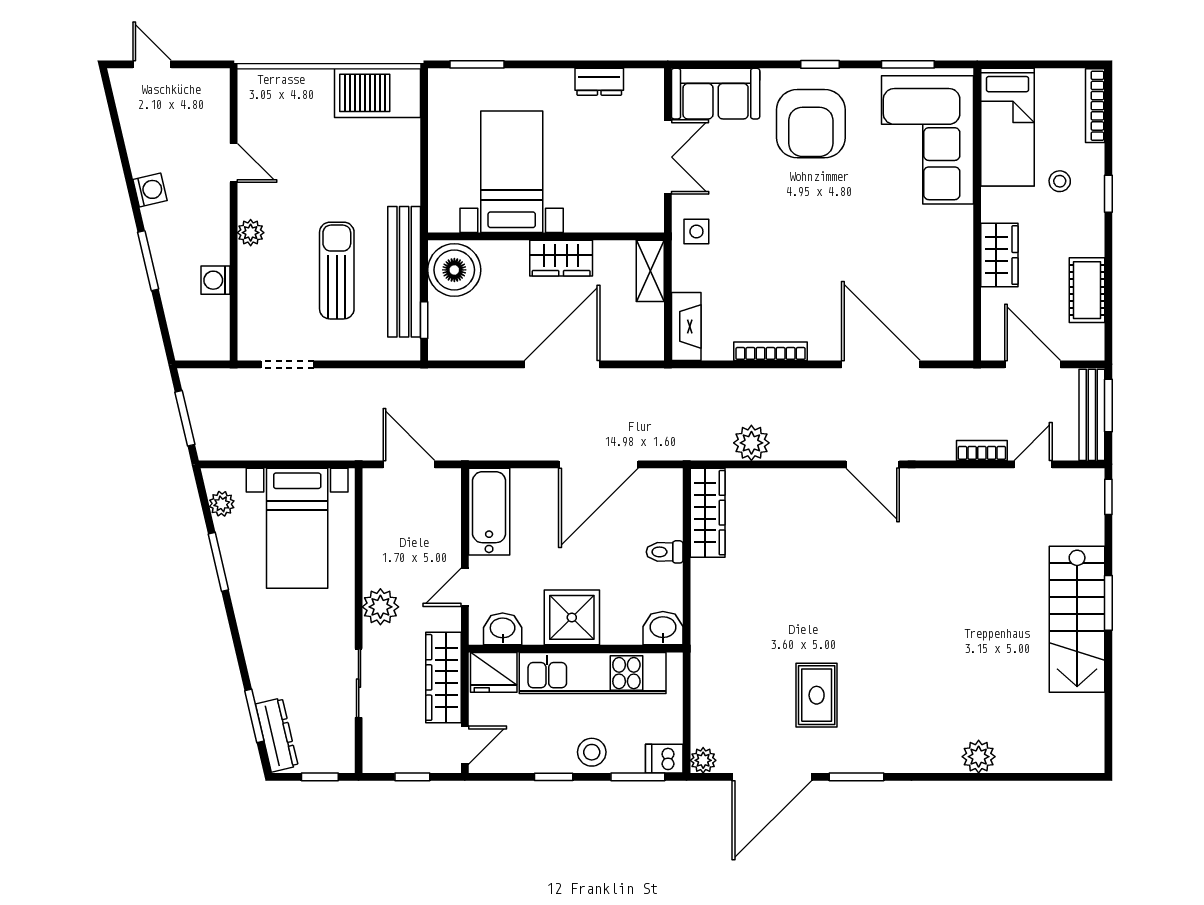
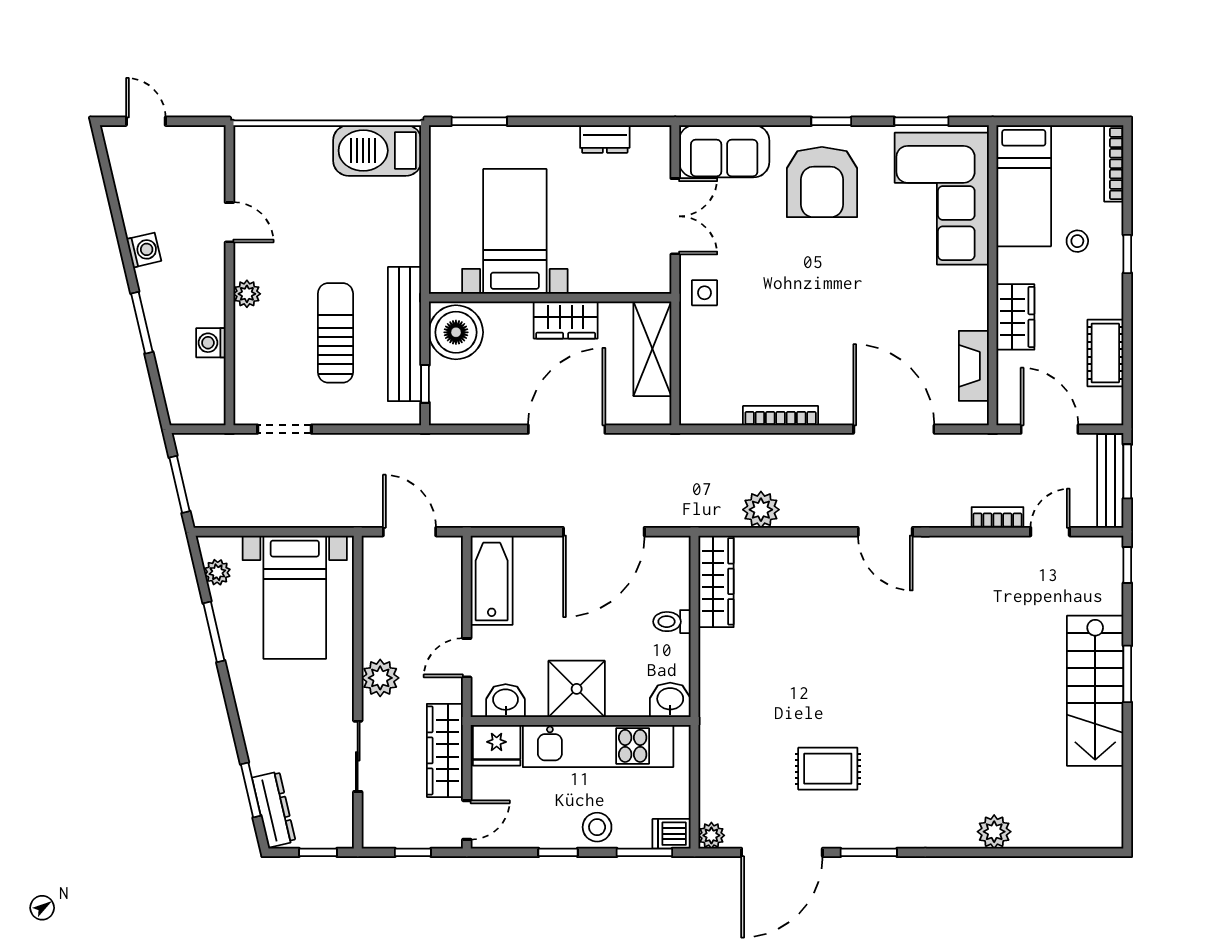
shelving: (650, 271) -> (652, 349), width x1.50, depth x1.33
fireplace: (686, 326) -> (974, 366), moved, turned 180
rug: (817, 695) -> (828, 769), turned 90

